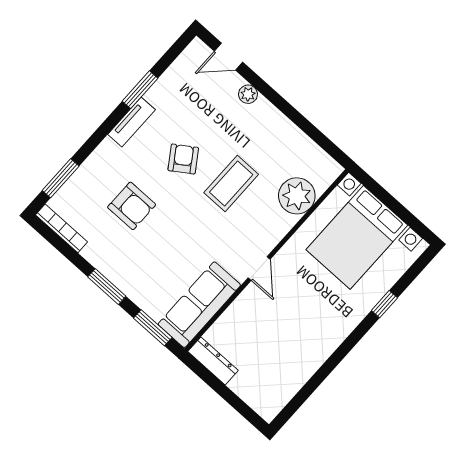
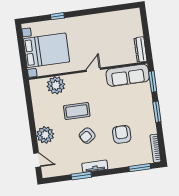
plant: (248, 94) -> (45, 135), width x1.88, depth x1.88

